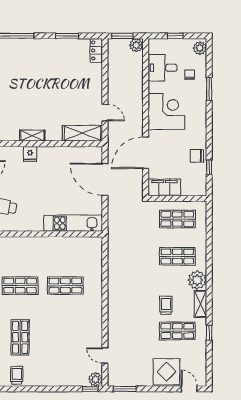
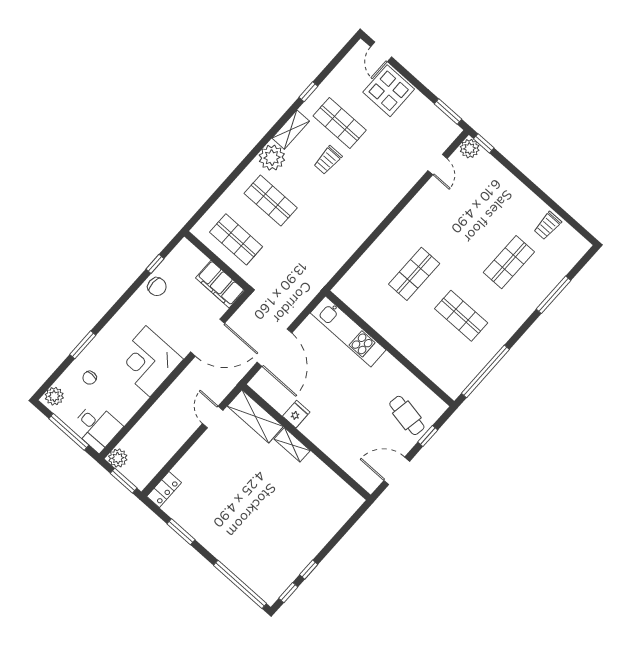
window: (175, 36) -> (69, 432), width x2.17
desk: (162, 68) -> (96, 427), moved
shelving: (32, 136) -> (292, 445), moved
fridge: (30, 154) -> (296, 414), moved
shop shelf: (65, 286) -> (414, 274), turned 90

